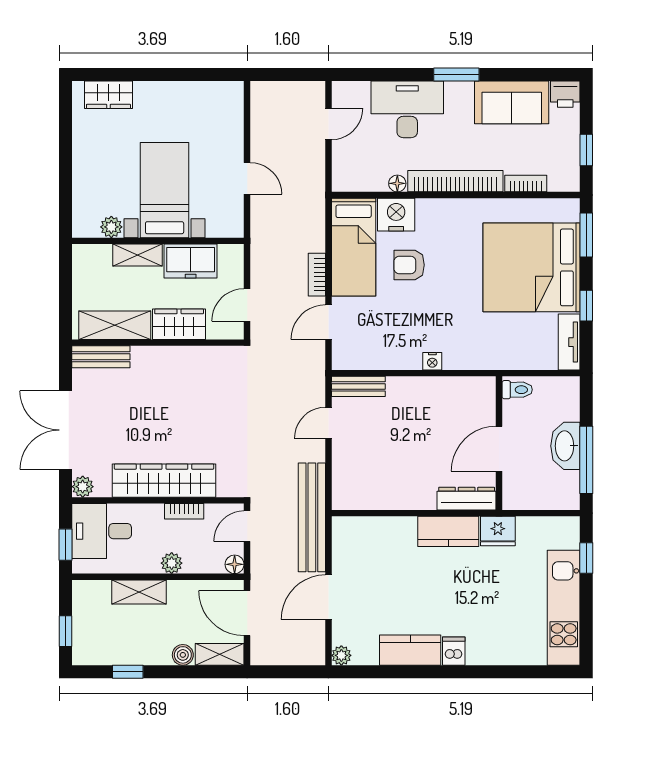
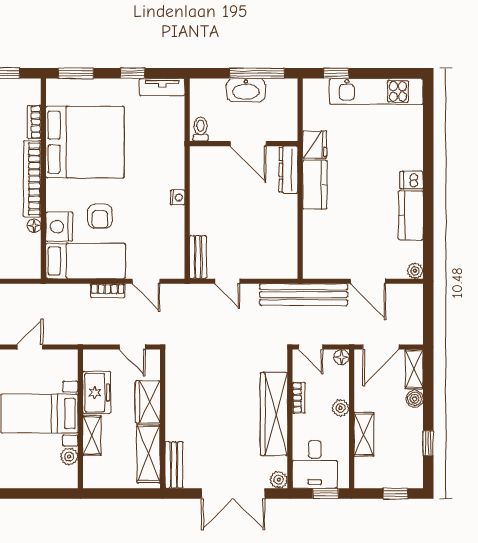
bed: (532, 267) -> (85, 142), moved, turned -90

